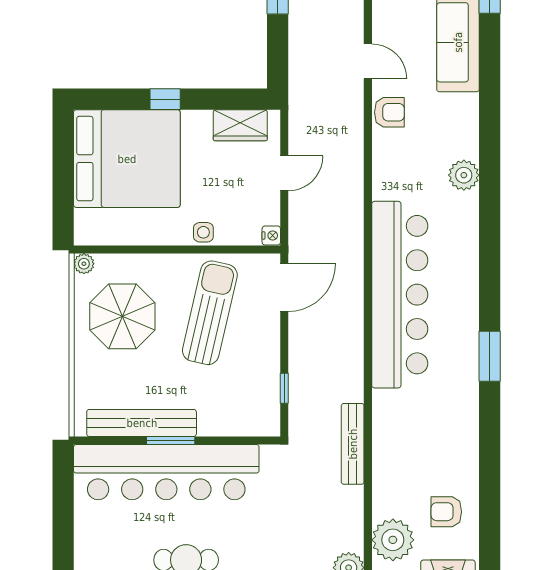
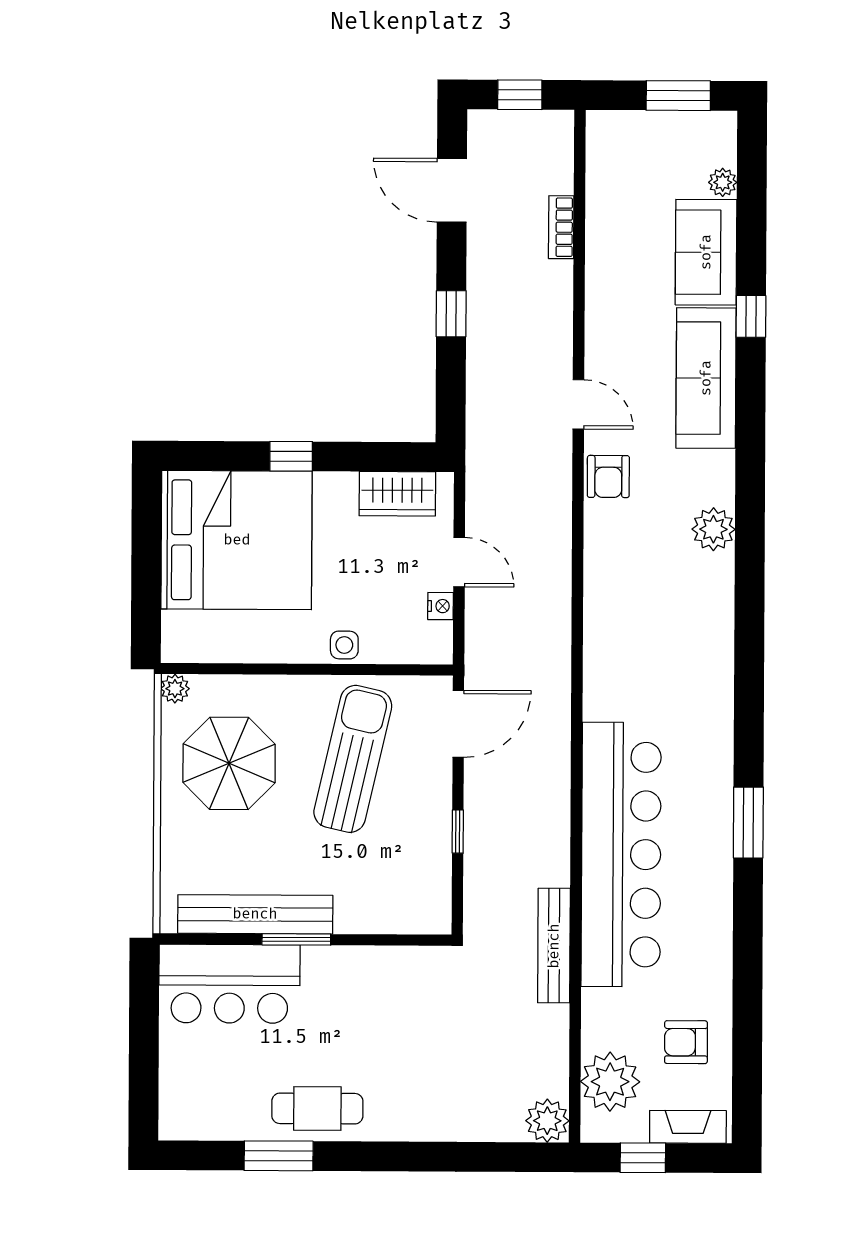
armchair: (389, 112) -> (608, 476), turned 90
door: (284, 173) -> (459, 562), hinge flipped
plant: (464, 175) -> (713, 529), moved
nightstand: (271, 235) -> (441, 606), moved
bar counter: (400, 295) -> (621, 854), moved
window: (284, 388) -> (458, 832), moved
bar counter: (166, 472) -> (229, 984), width x0.54

